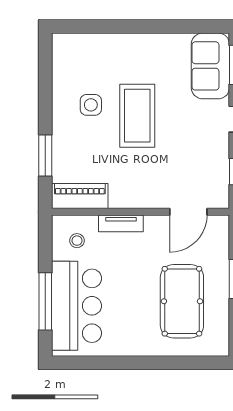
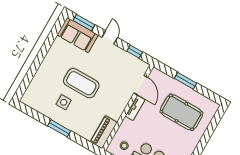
window: (45, 155) -> (59, 128), moved
tv unit: (121, 223) -> (135, 108), moved

